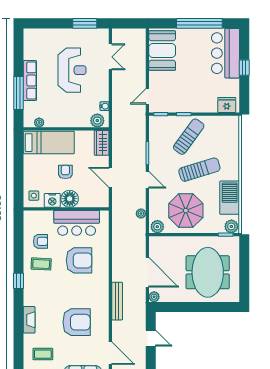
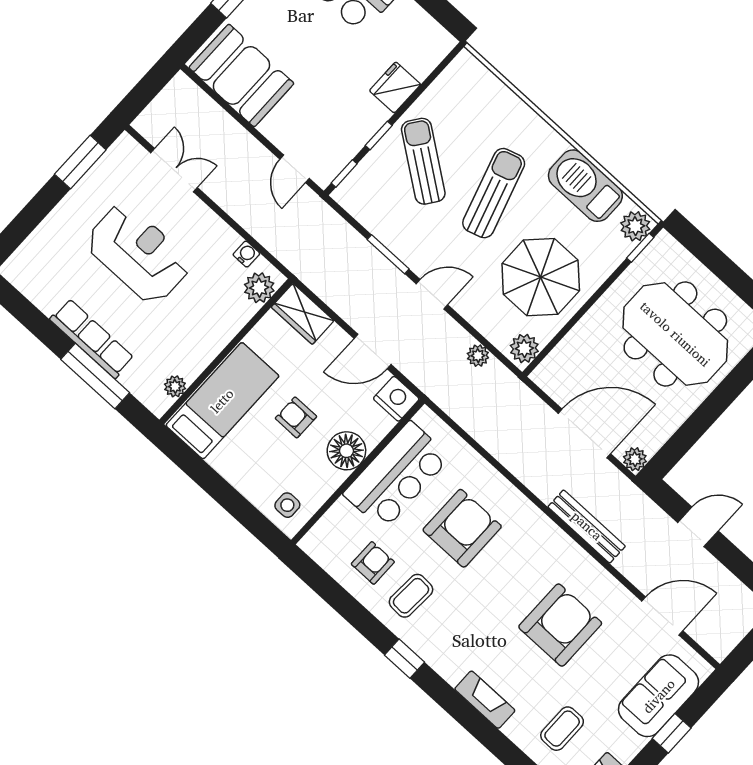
fridge: (227, 105) -> (395, 87), moved
nightstand: (52, 200) -> (396, 399), moved, turned -90

